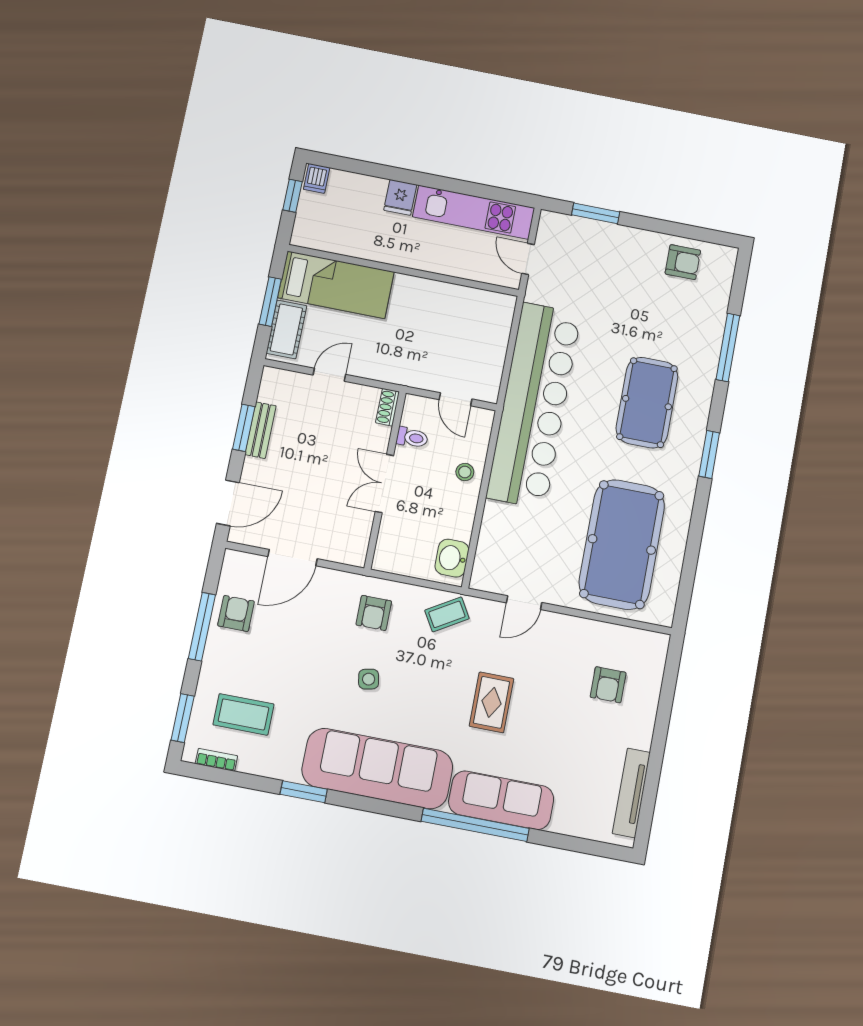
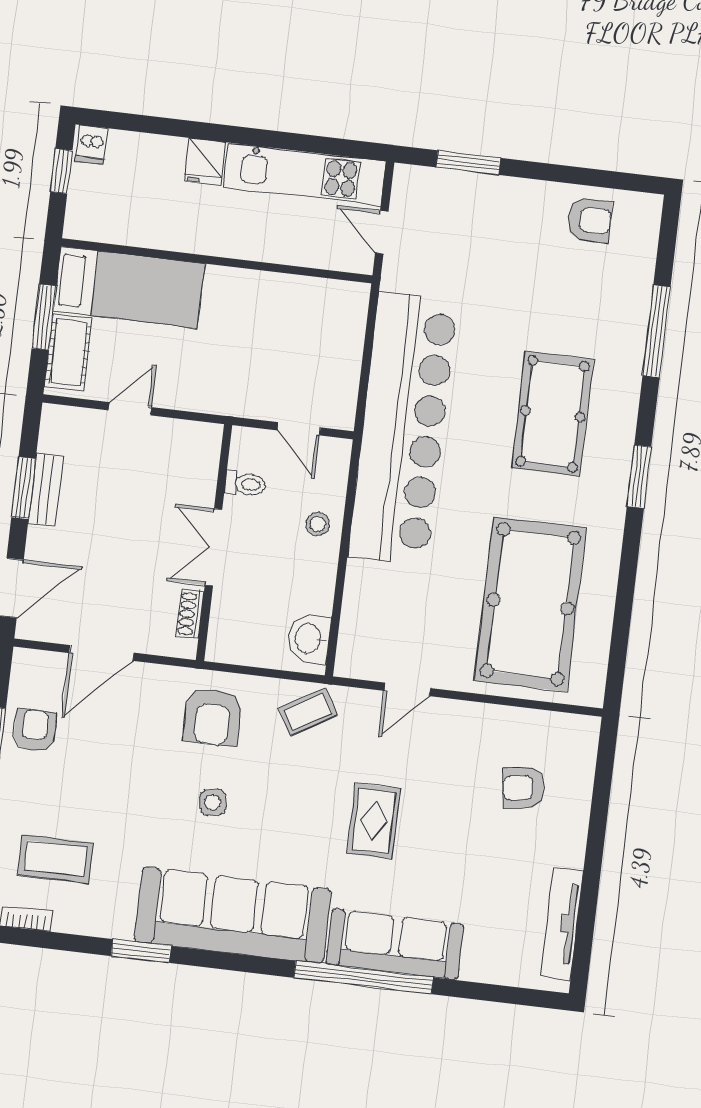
shoe rack: (388, 407) -> (190, 614), moved
armchair: (374, 613) -> (213, 717), width x1.38, depth x1.38
armchair: (608, 685) -> (524, 788), turned 82

